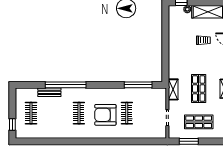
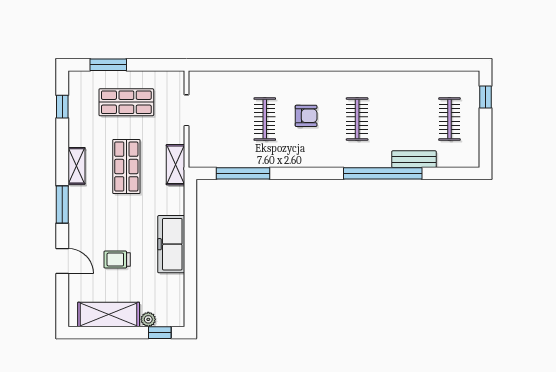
freezer: (175, 48) -> (171, 244), added
armchair: (105, 115) -> (306, 116), width x0.53, depth x0.53
window: (189, 141) -> (108, 65), moved

